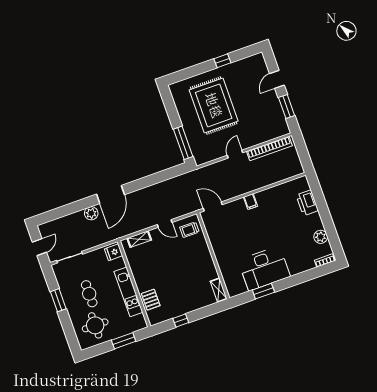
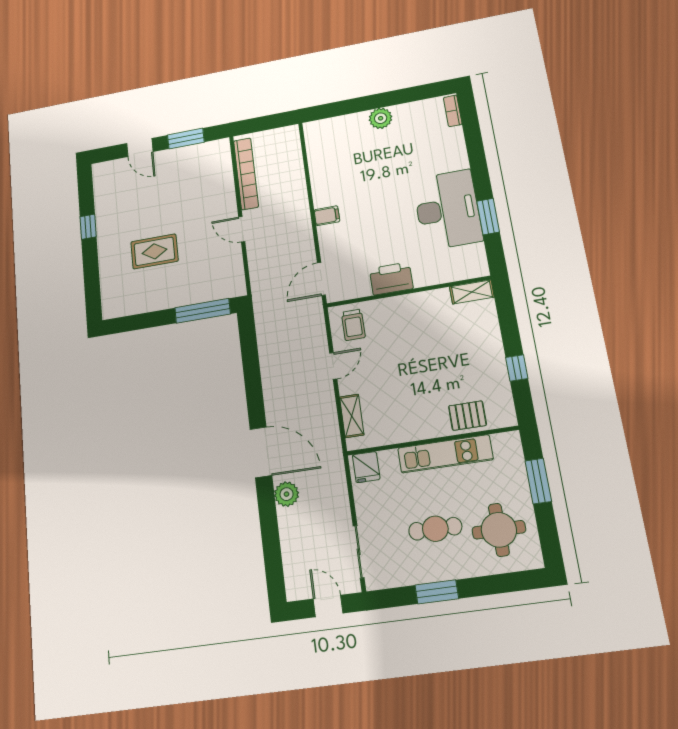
rug: (214, 105) -> (154, 251), width x0.54, depth x0.49
printer: (307, 203) -> (391, 279), moved, turned 180
plant: (321, 237) -> (381, 118), moved

